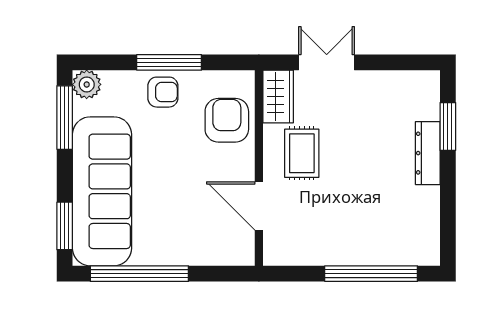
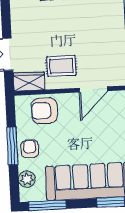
plant: (87, 84) -> (27, 179), moved

